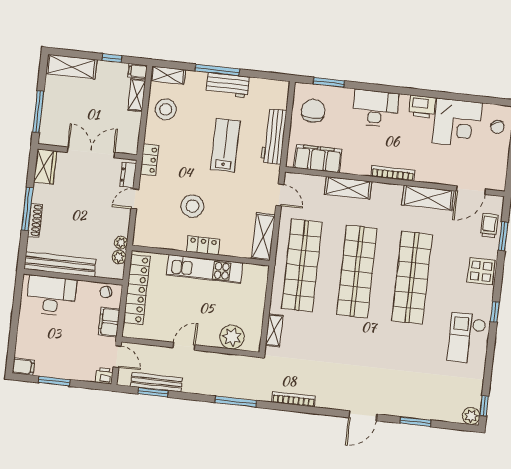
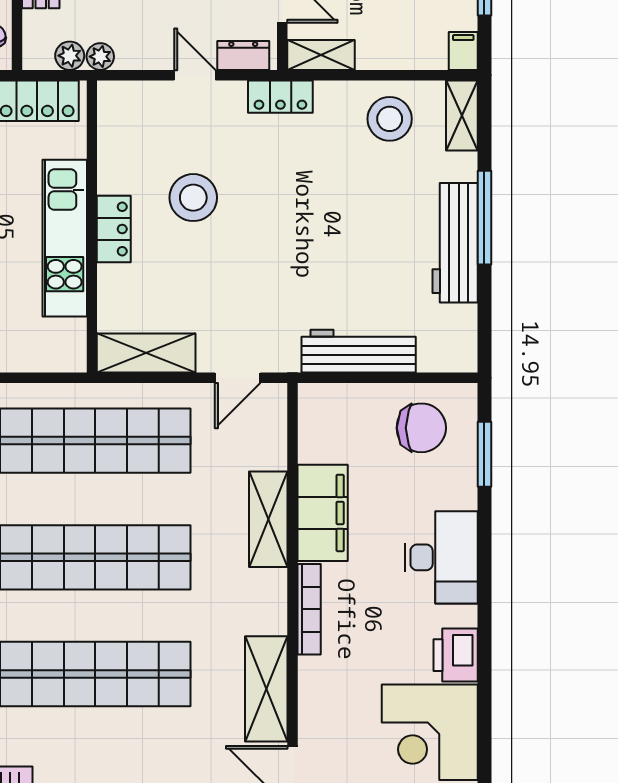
workbench: (228, 85) -> (455, 243), width x1.38
shelving: (137, 95) -> (321, 55), moved
lab bench: (225, 145) -> (329, 252), removed
filing cabinet: (318, 158) -> (323, 513), moved

